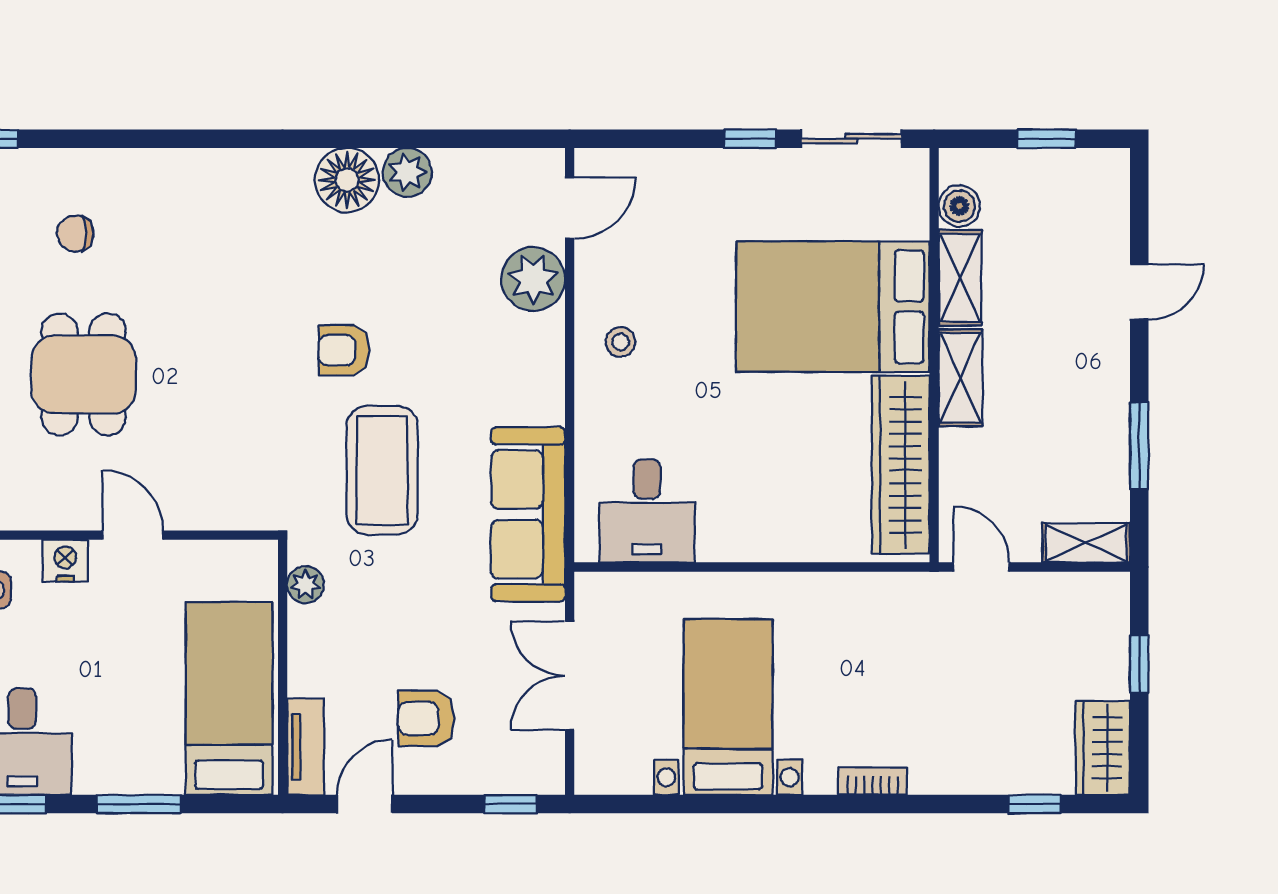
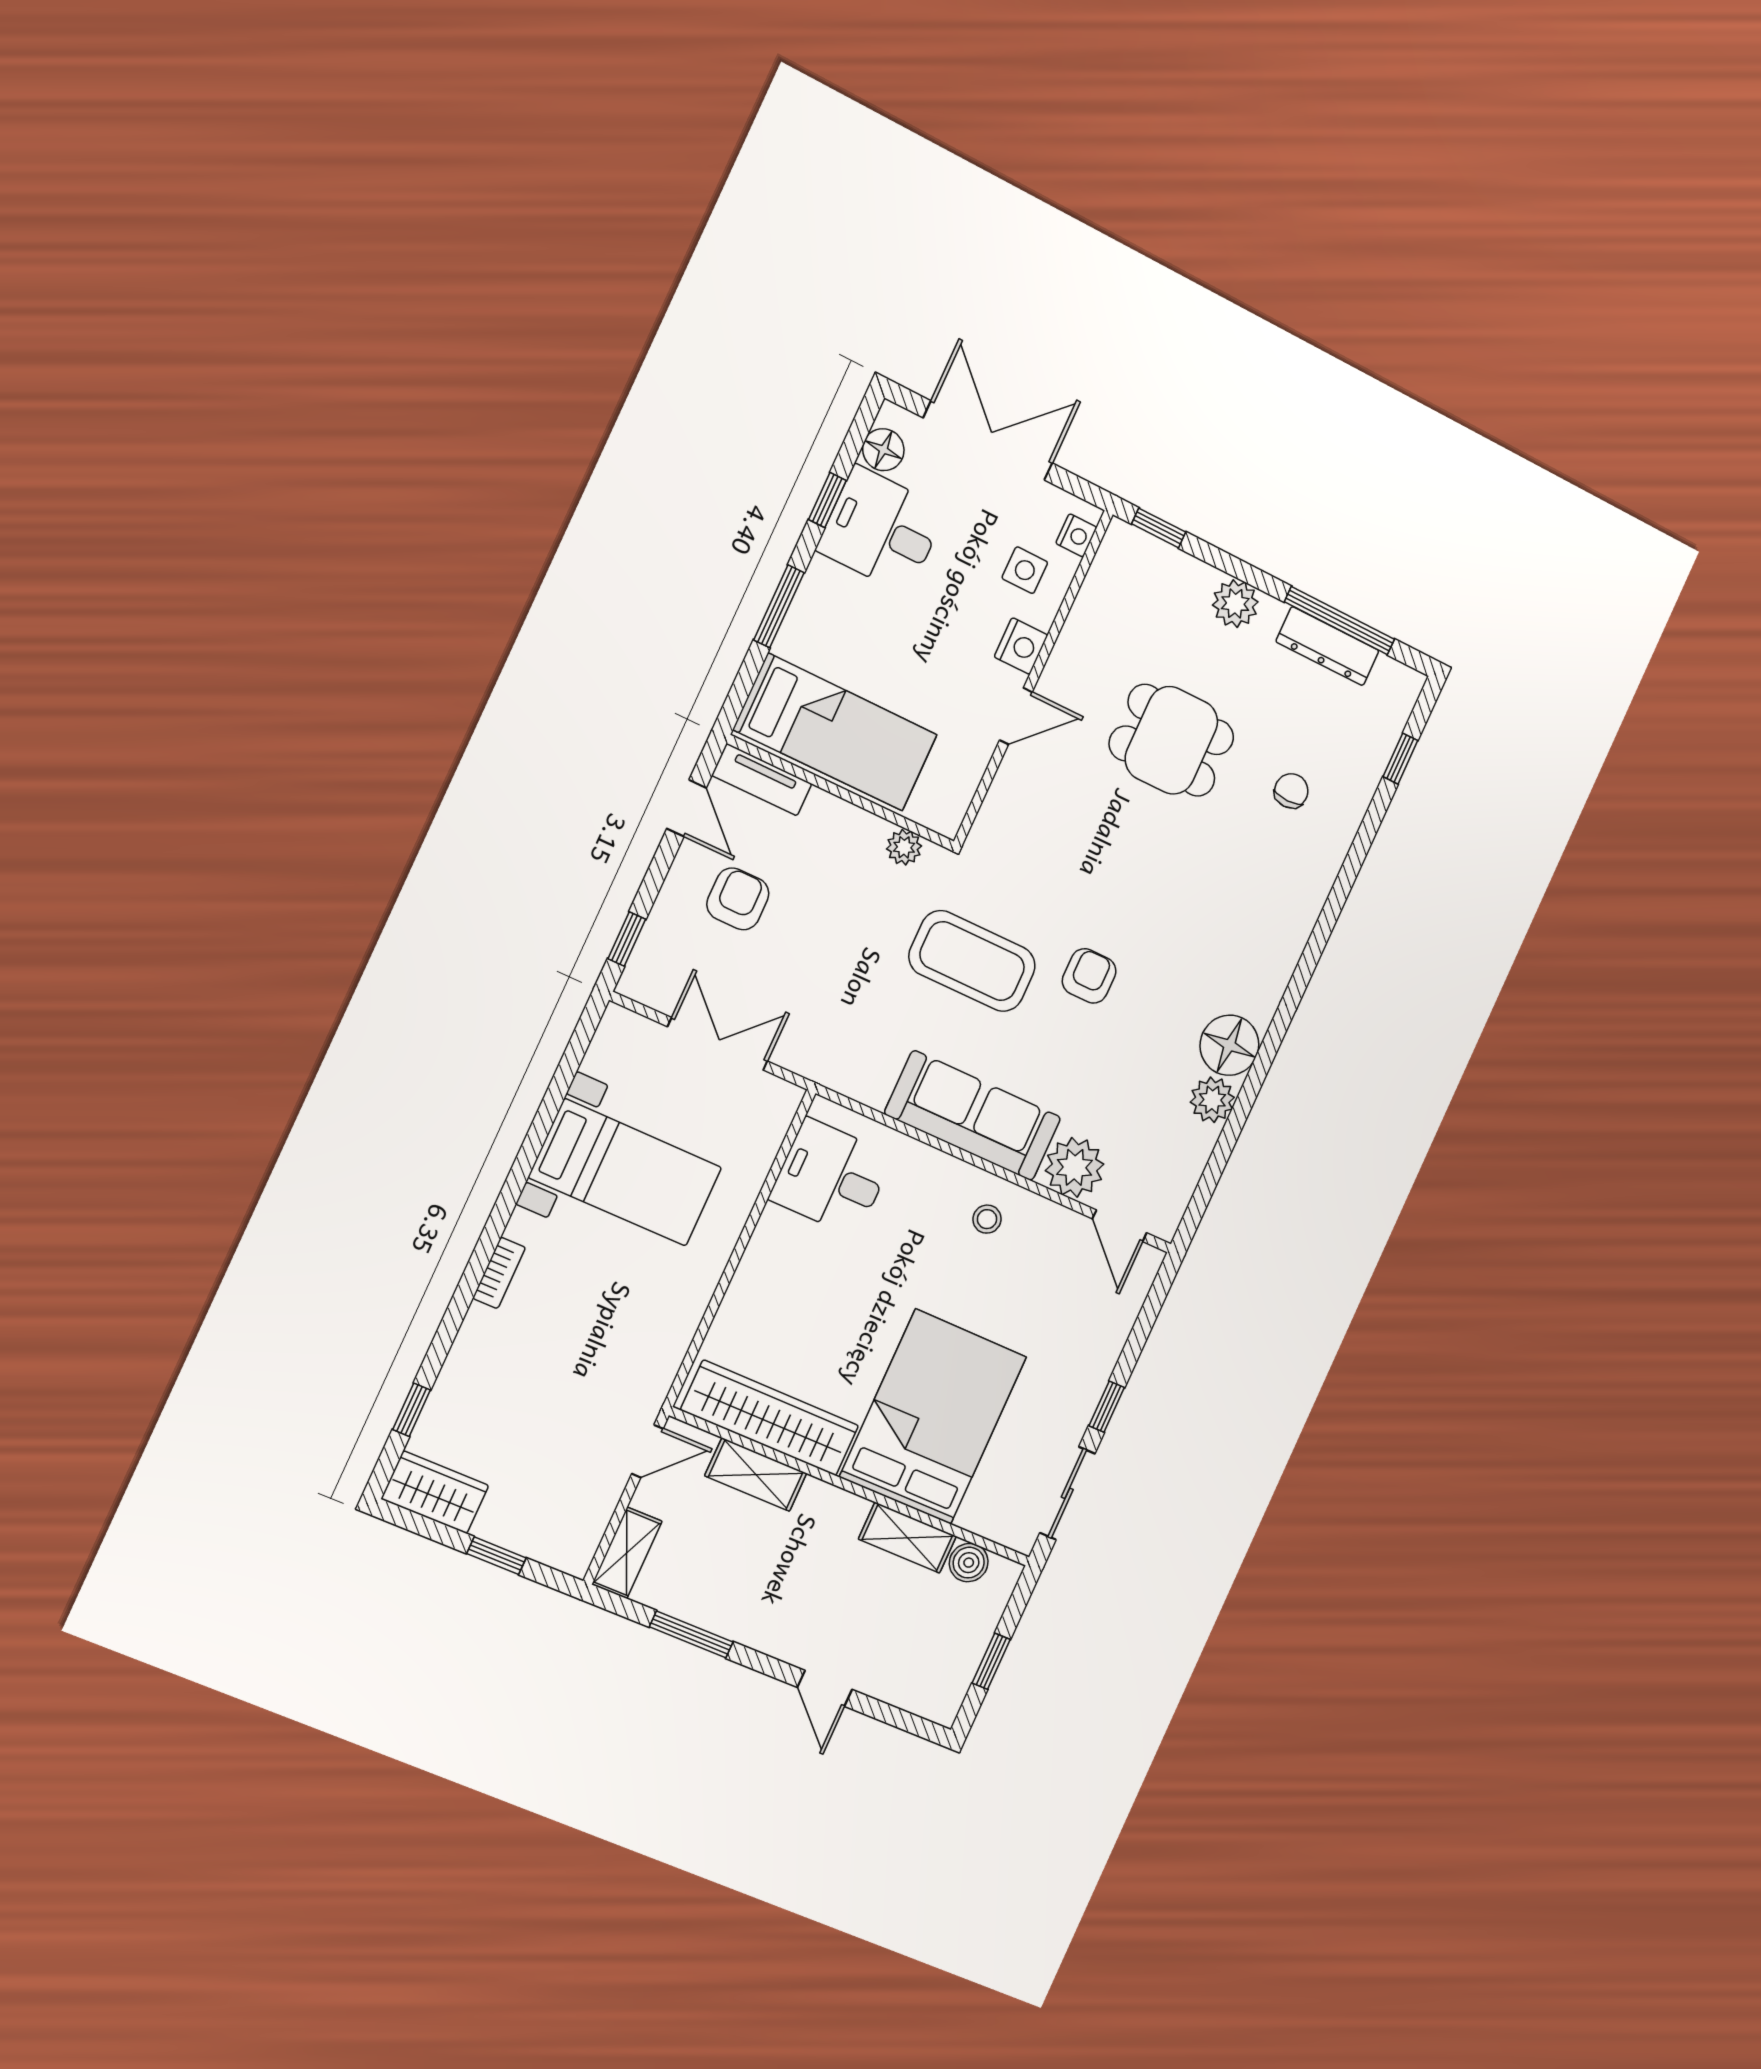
shelving: (961, 378) -> (756, 1475), moved
sofa: (528, 514) -> (973, 1116), moved

